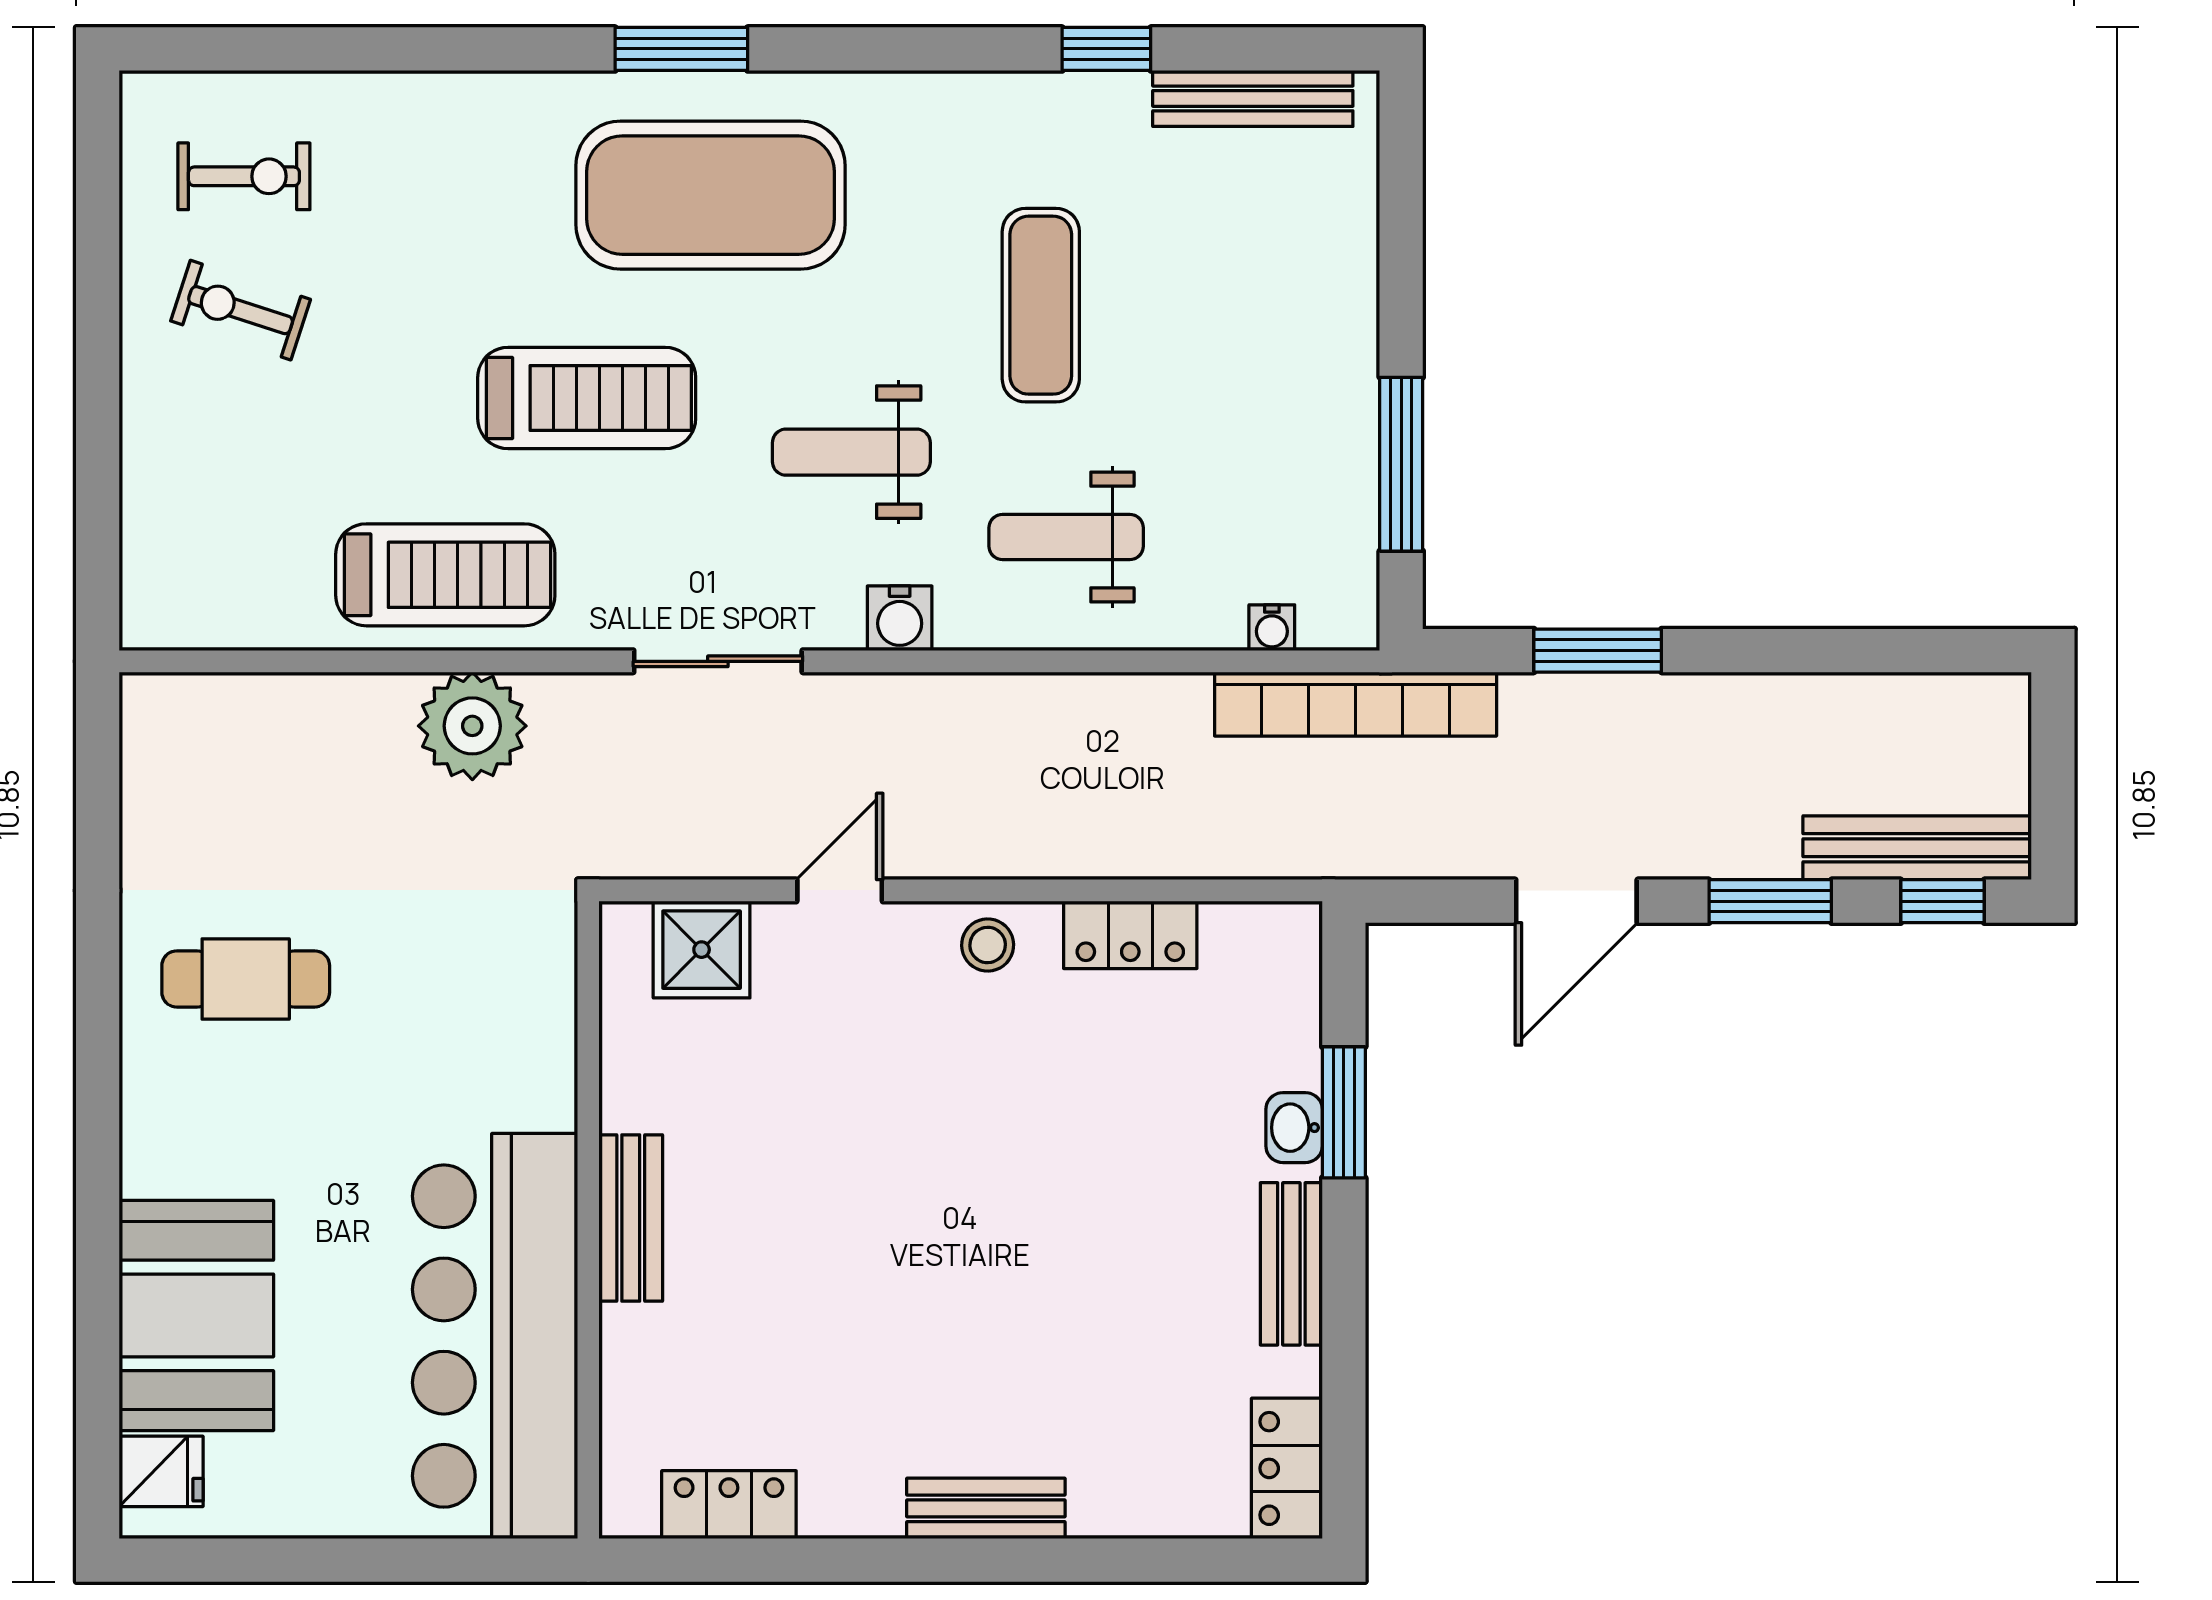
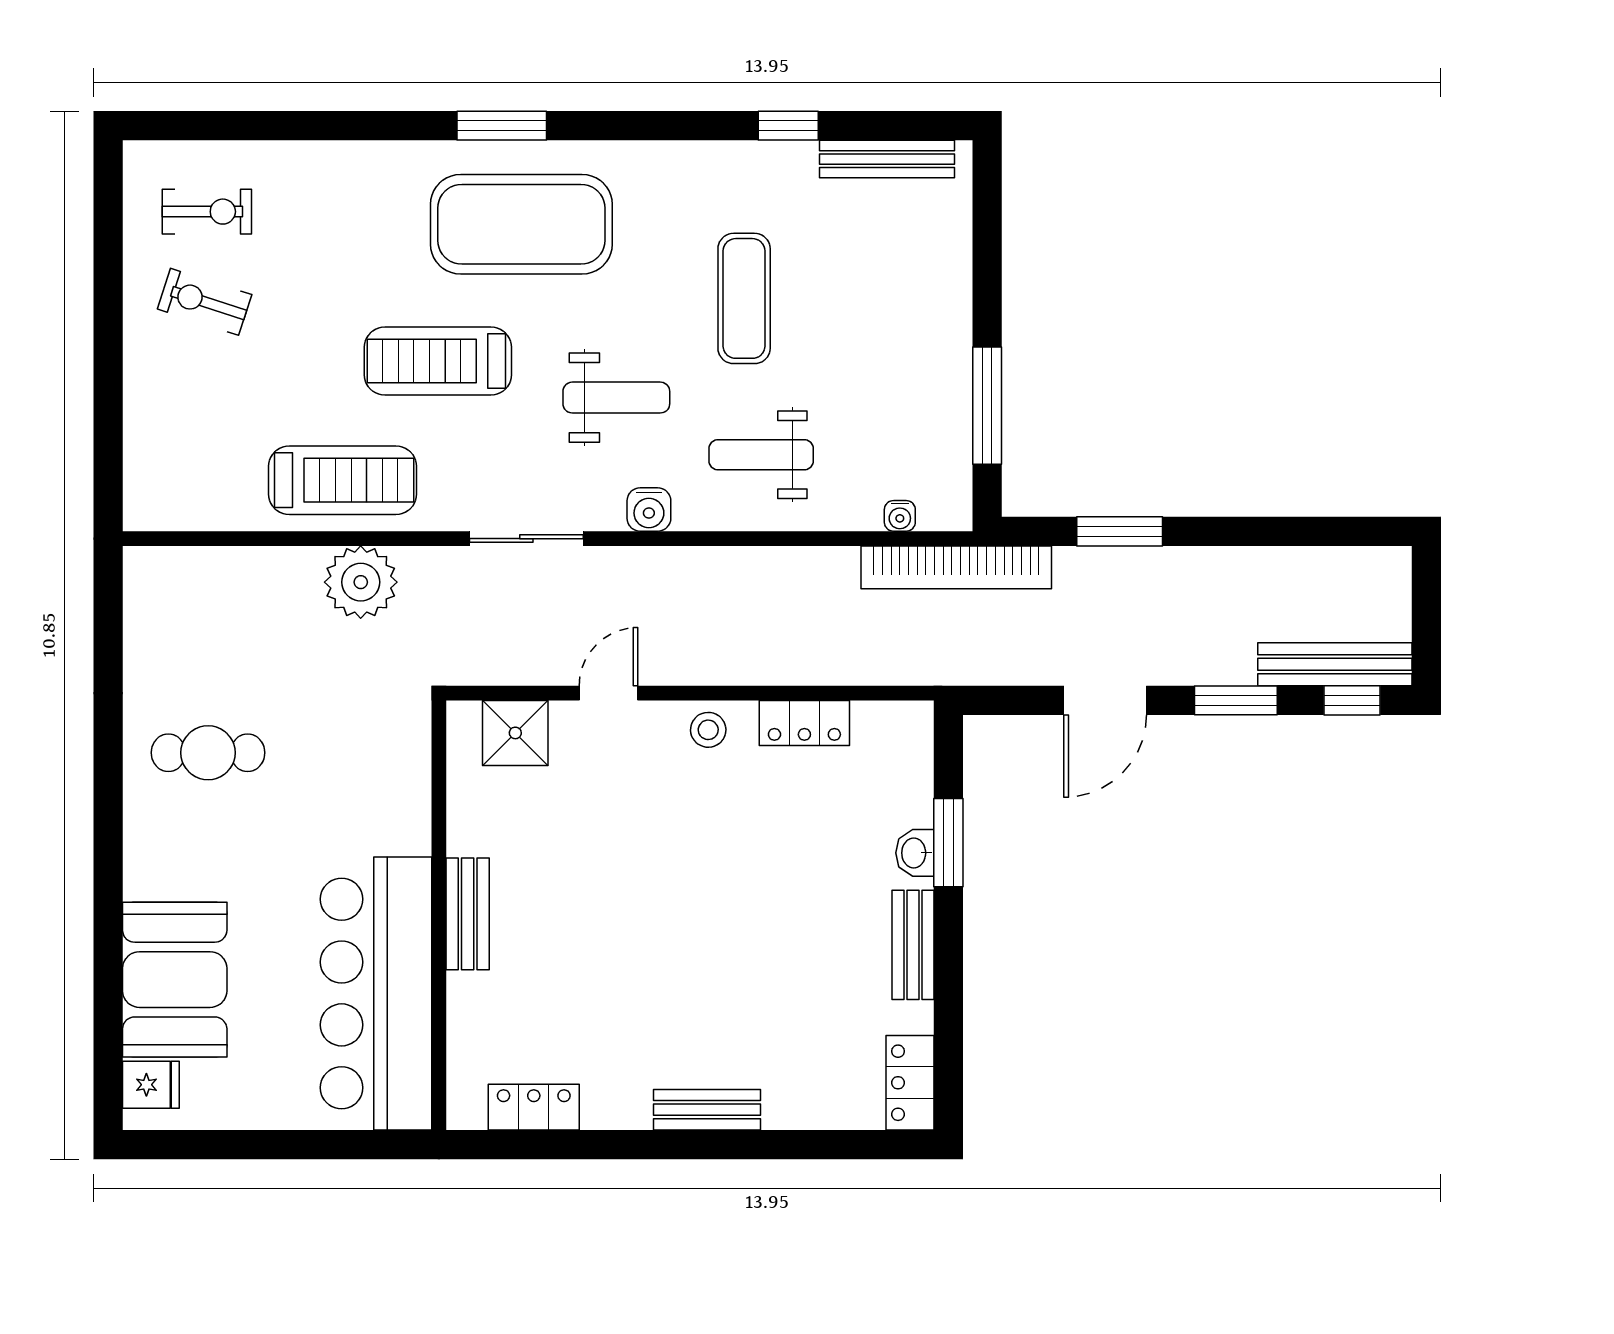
treadmill: (587, 398) -> (438, 361), turned 180
weight bench: (851, 452) -> (616, 398), turned 180

